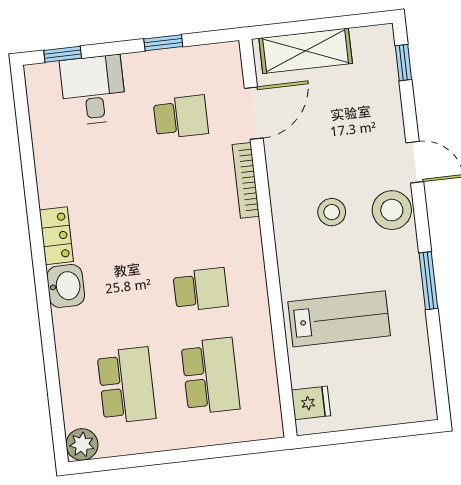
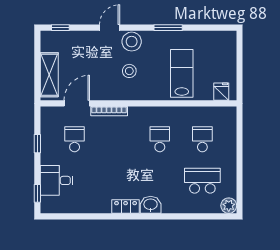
door: (254, 113) -> (77, 103), hinge flipped
school desk: (210, 376) -> (202, 139), width x0.54

